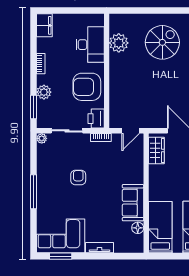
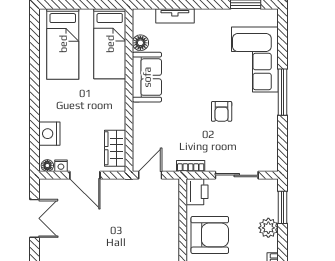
plant: (42, 138) -> (271, 165), removed
corner sofa: (61, 236) -> (255, 59), moved, turned 90
tv unit: (100, 248) -> (175, 16), moved

